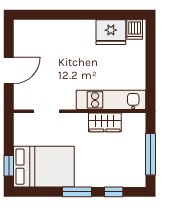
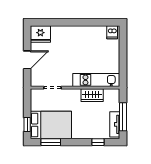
fridge: (111, 32) -> (40, 34), moved
tv unit: (139, 166) -> (115, 124), added
window: (77, 192) -> (51, 142), moved

